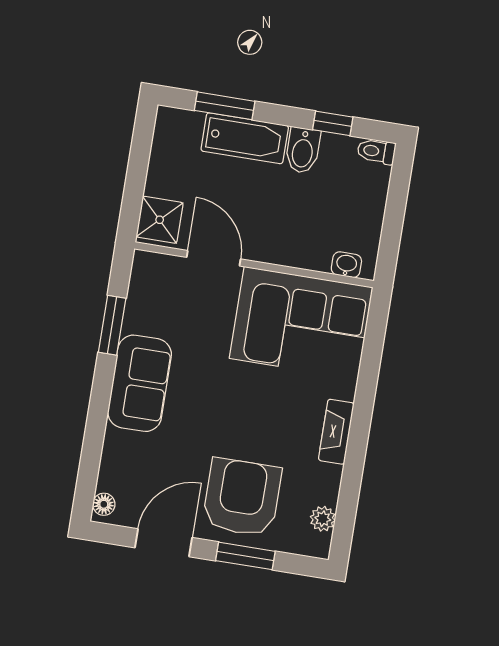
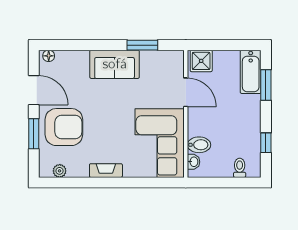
bathtub: (245, 138) -> (251, 72), moved
bidet: (303, 150) -> (199, 145), moved, turned 180
toilet: (376, 151) -> (240, 168), moved
door: (214, 258) -> (186, 92), hinge flipped

